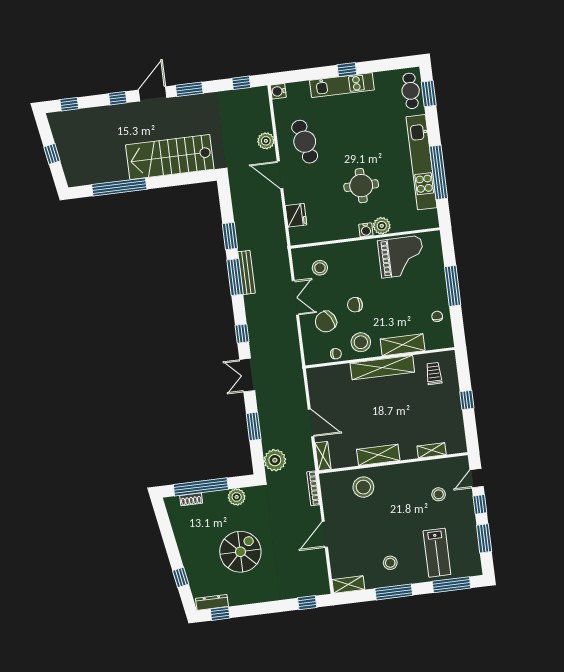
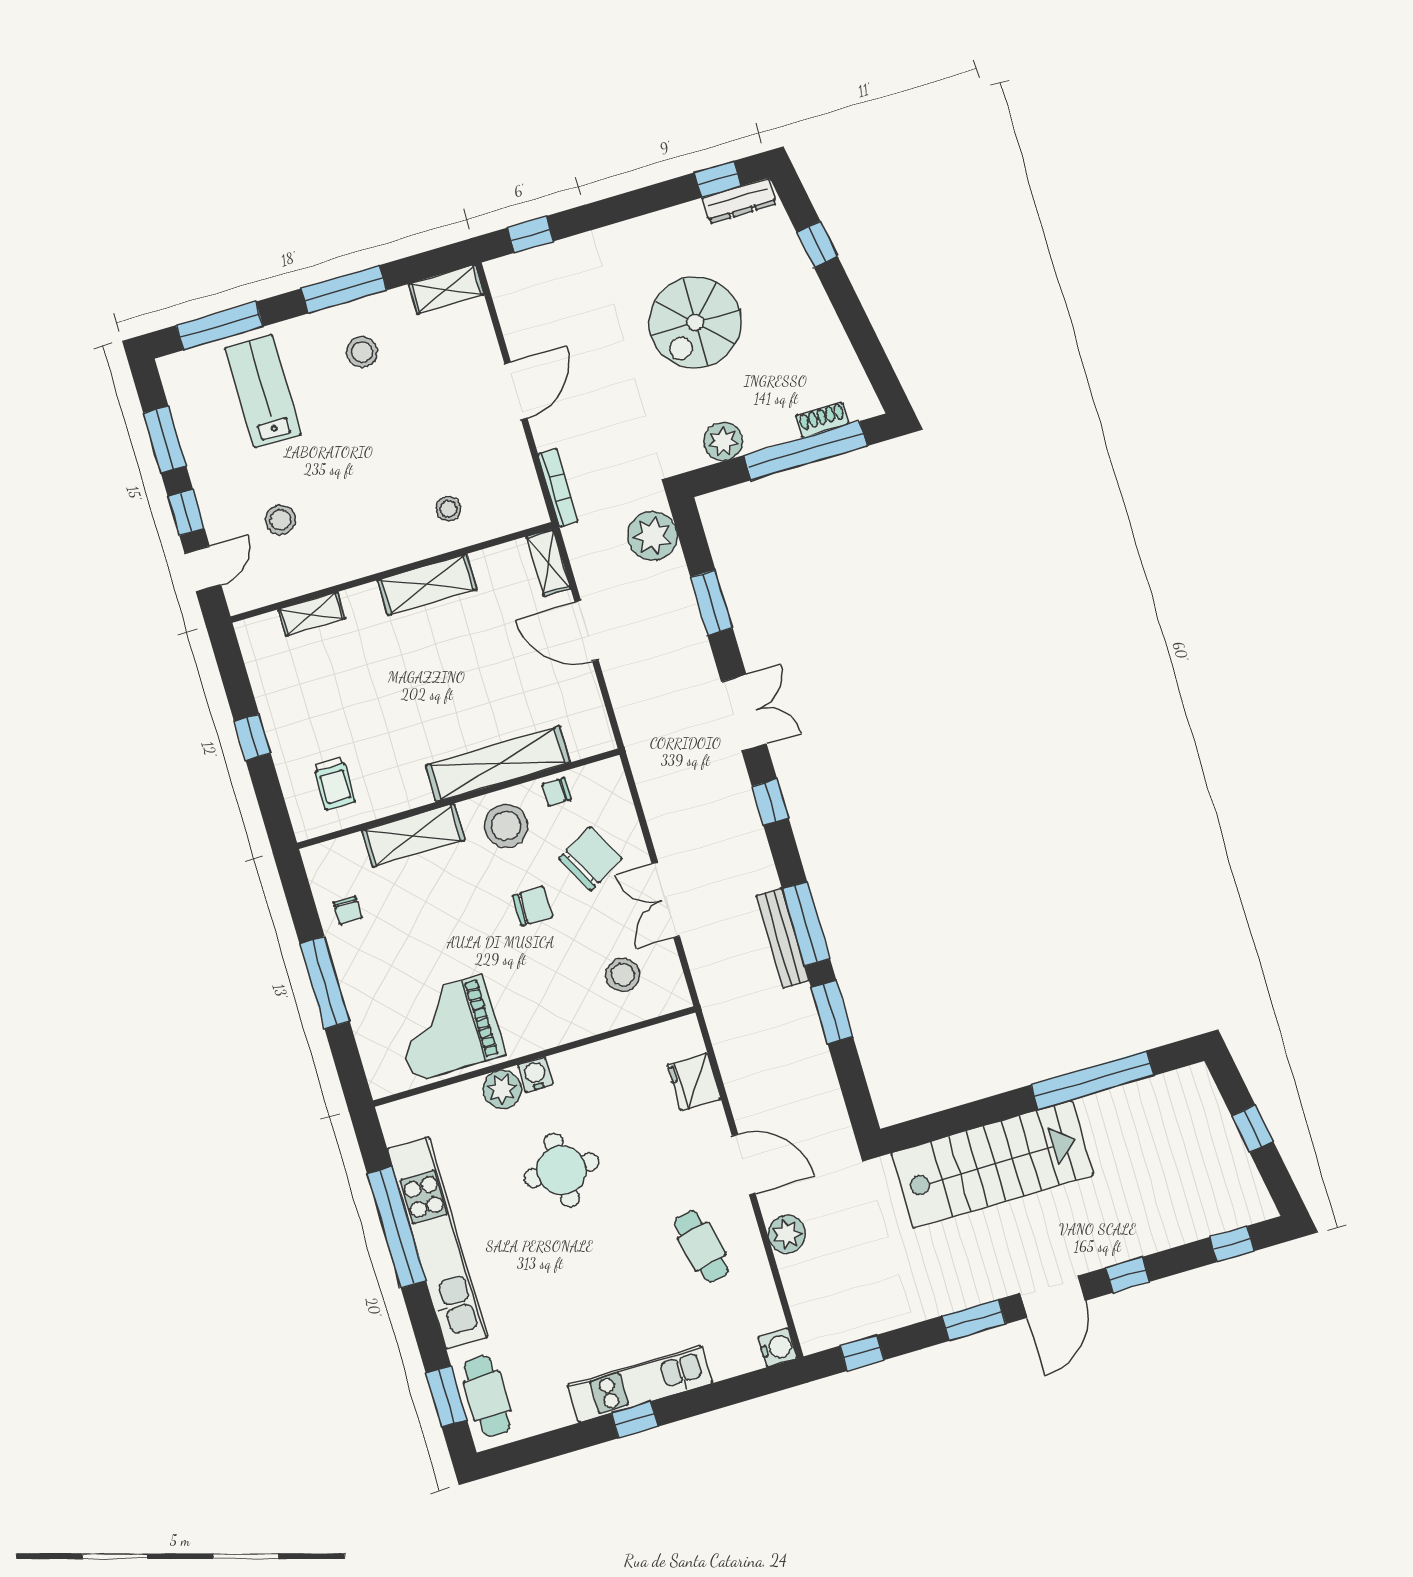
cafe table: (305, 142) -> (701, 1246), width x0.73, depth x0.74
shelving: (382, 368) -> (498, 764), moved
stool: (363, 487) -> (448, 509), width x0.53, depth x0.53

